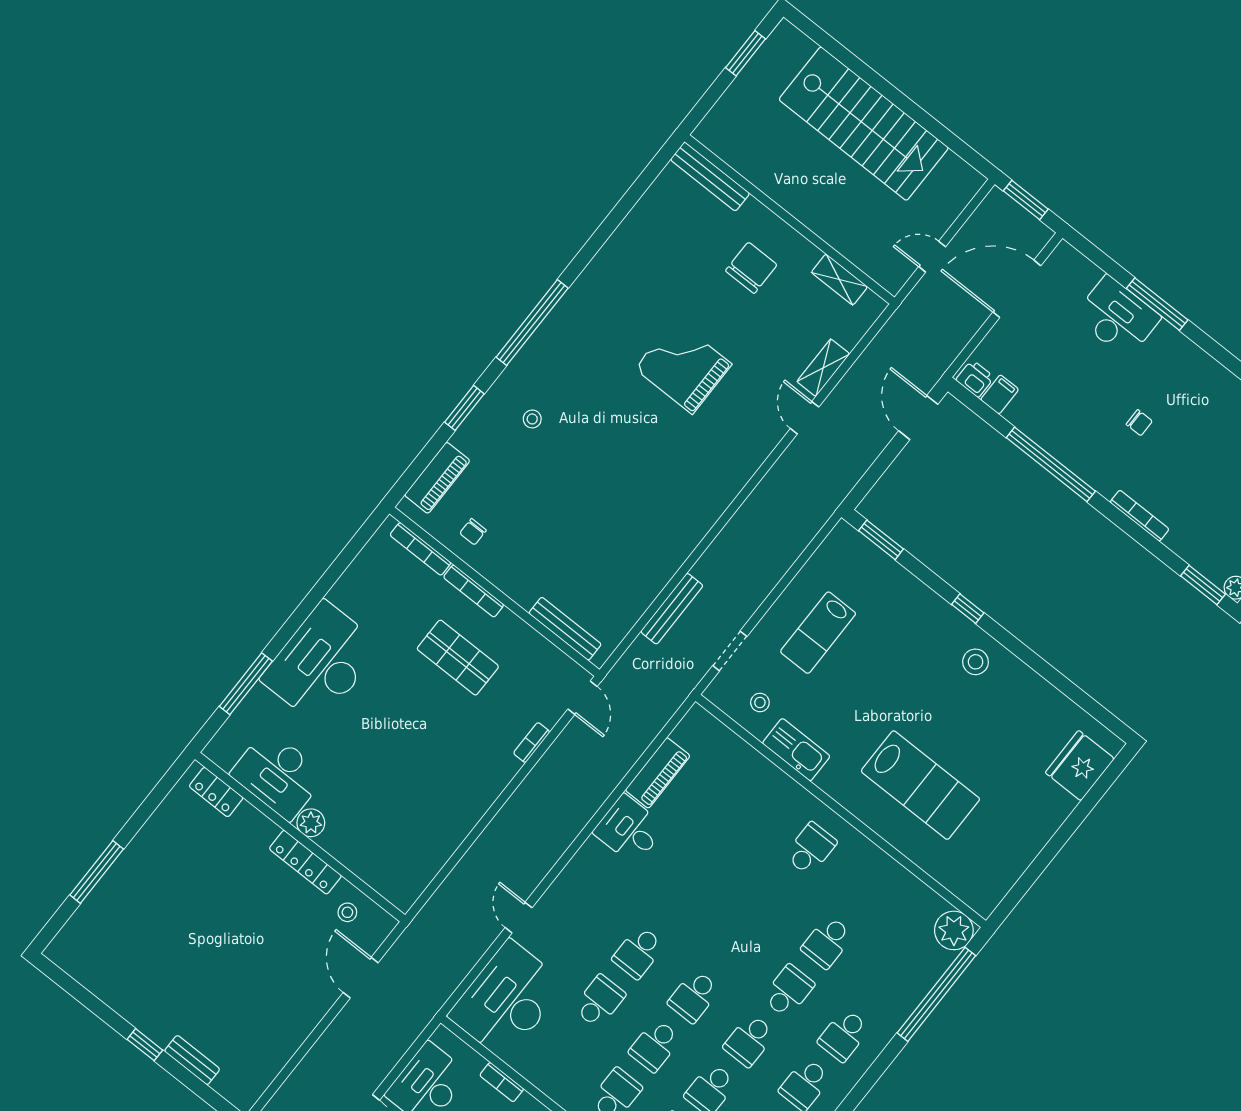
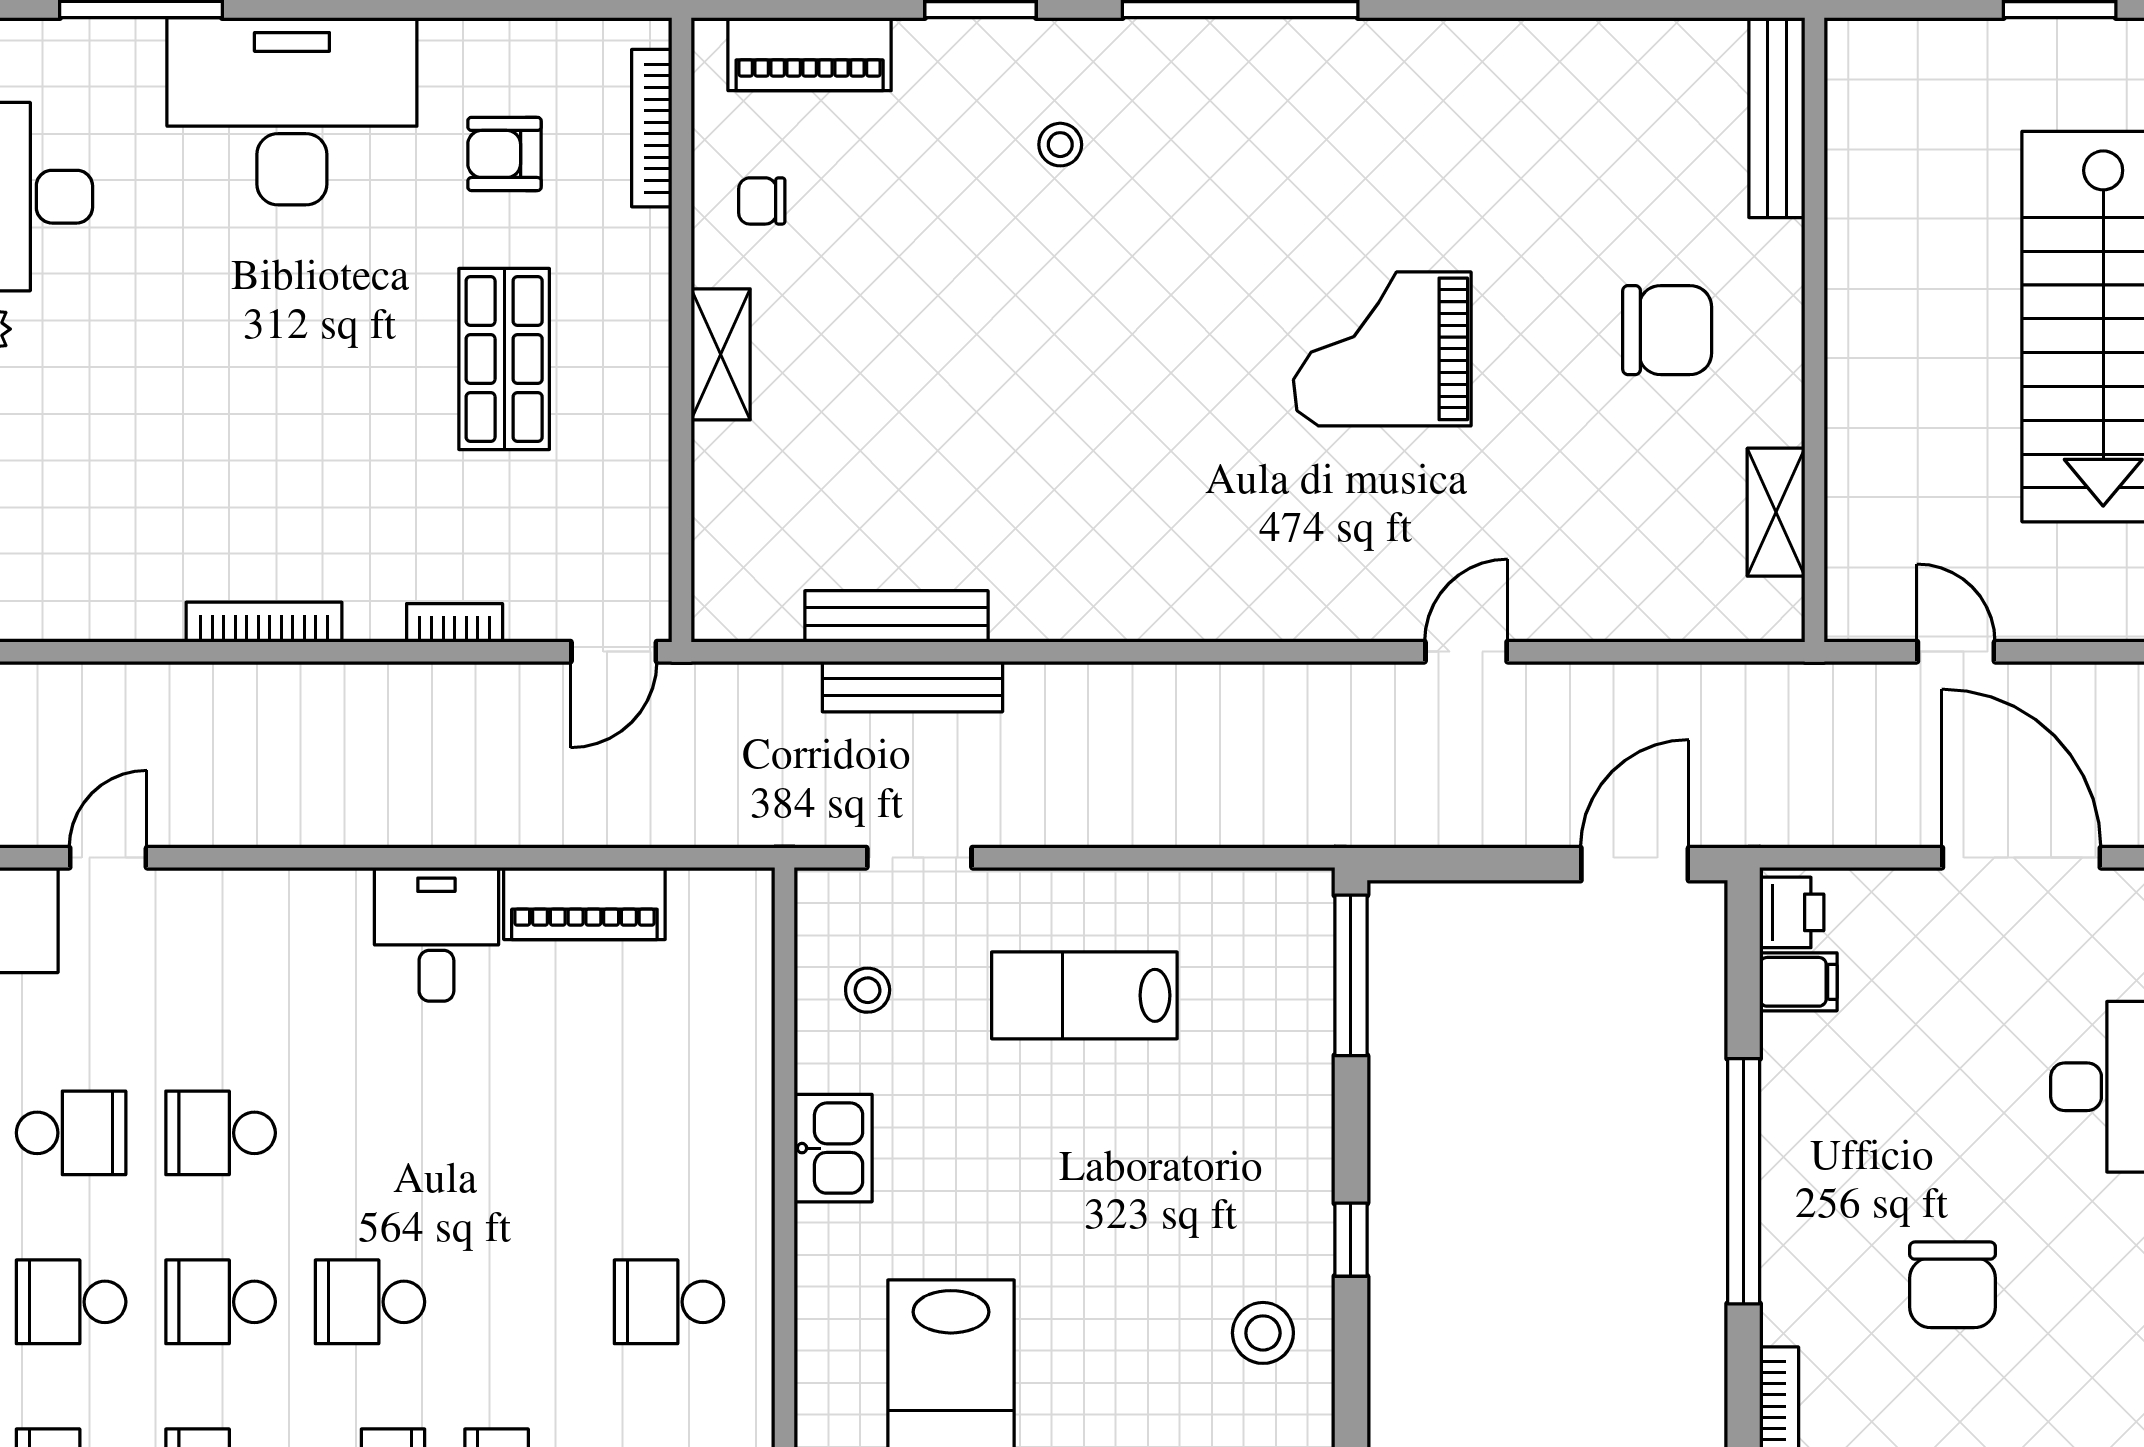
grand piano: (683, 366) -> (1382, 349), turned -90
shelving: (823, 368) -> (721, 354), moved, turned 90
chair: (1139, 423) -> (1953, 1285), width x1.87, depth x1.87
window: (881, 540) -> (1351, 975), width x1.44
bookcase: (474, 591) -> (264, 622), moved, turned 90
armchair: (391, 604) -> (504, 154), added
bench: (565, 629) -> (896, 616), moved, turned 90
kitchen sink: (796, 750) -> (833, 1148), width x0.73
school desk: (811, 849) -> (669, 1302), turned 180
school desk: (733, 947) -> (370, 1302), added

